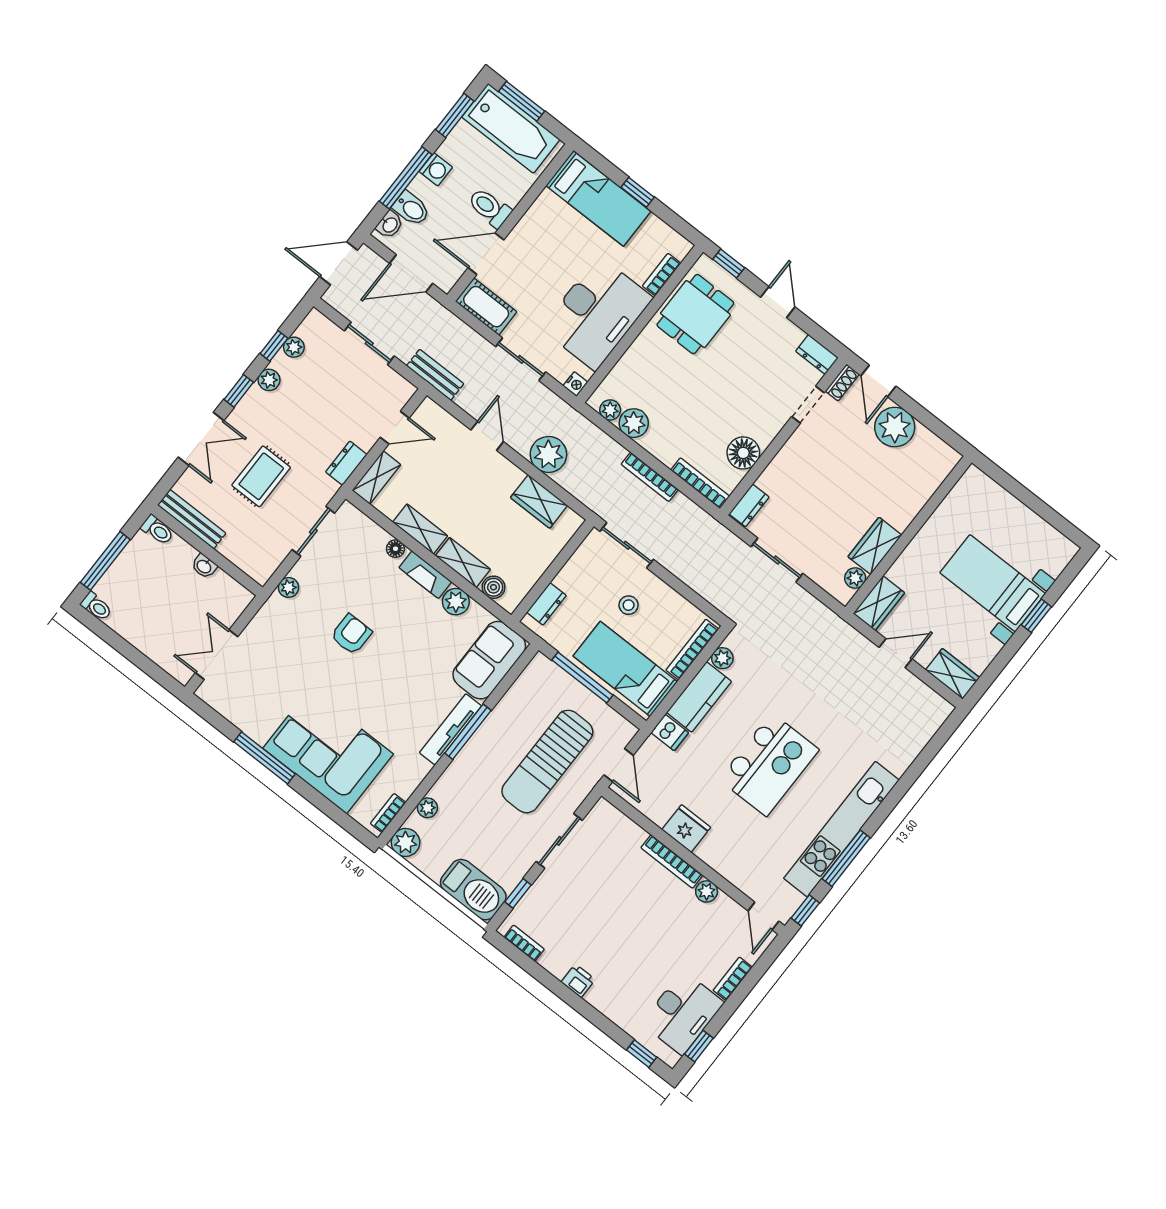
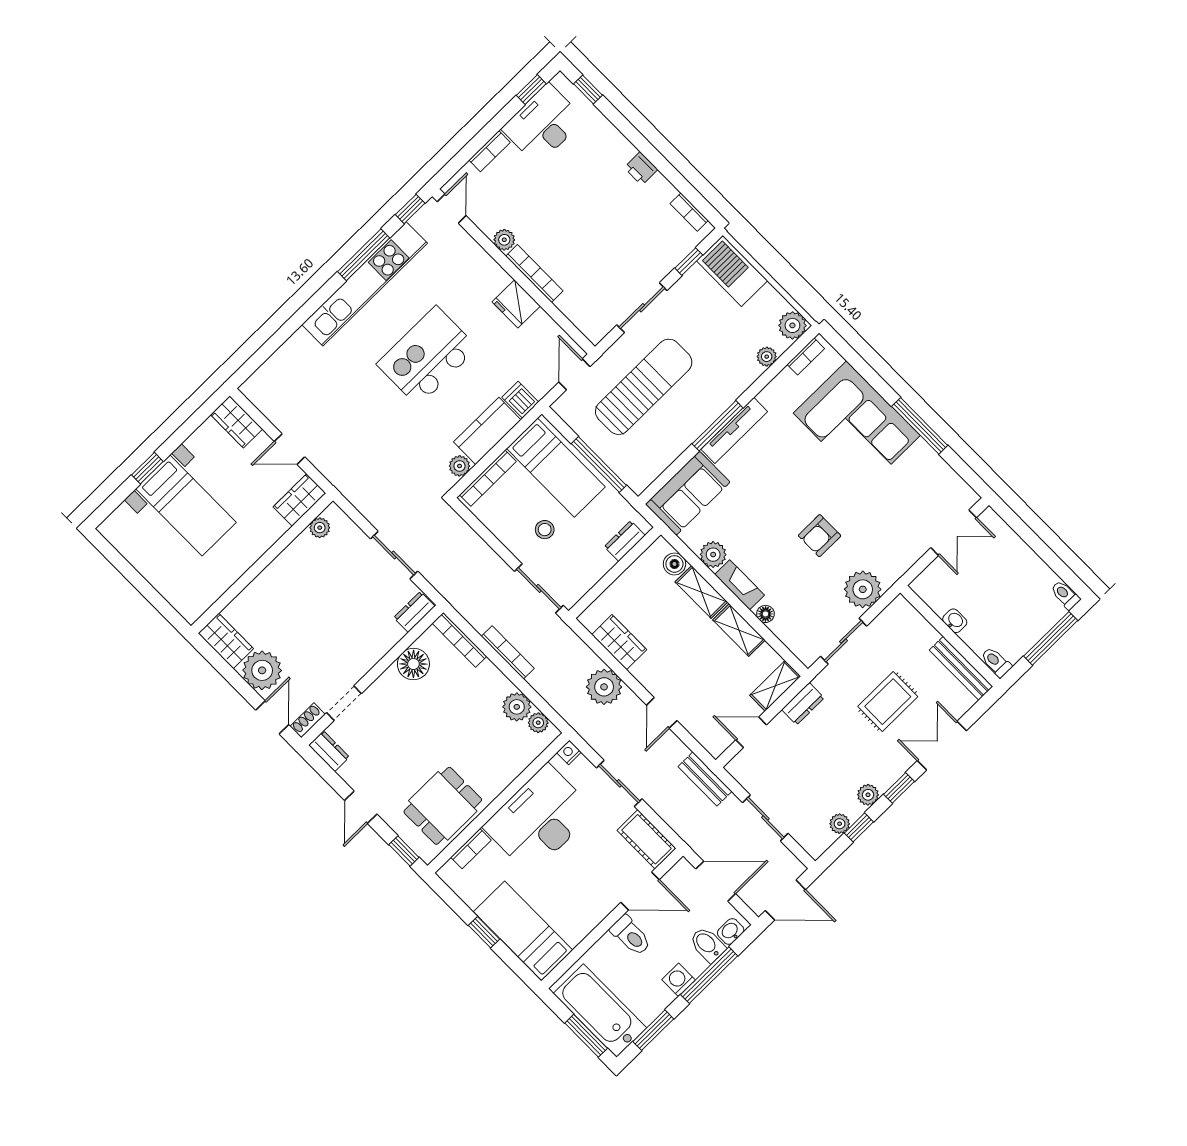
wardrobe: (875, 546) -> (226, 641), moved, turned -90
plant: (288, 587) -> (863, 589), width x1.88, depth x1.88

